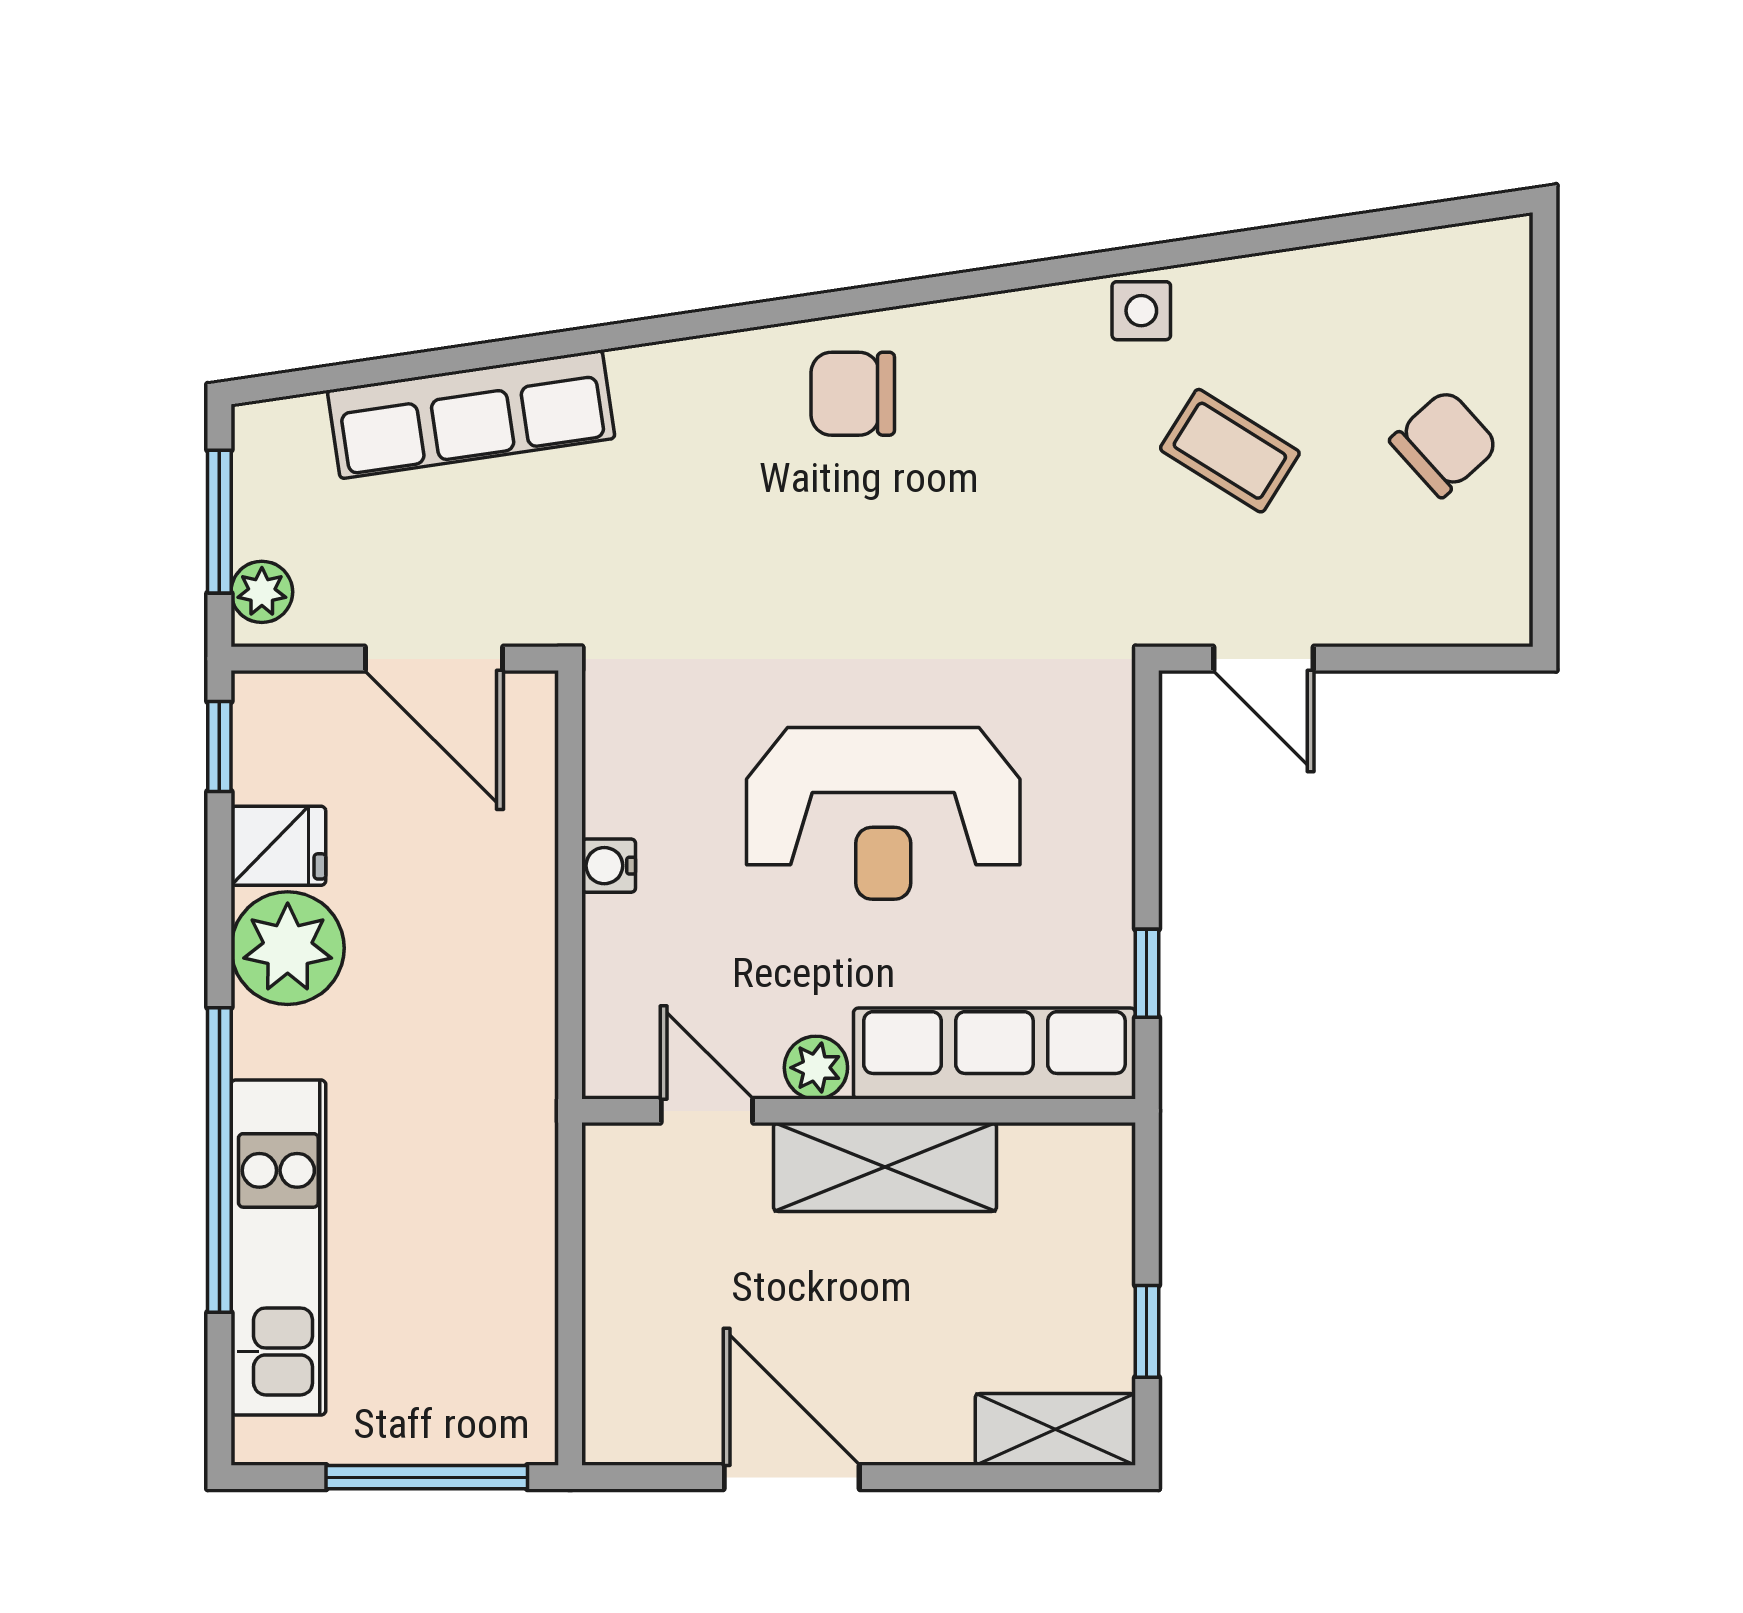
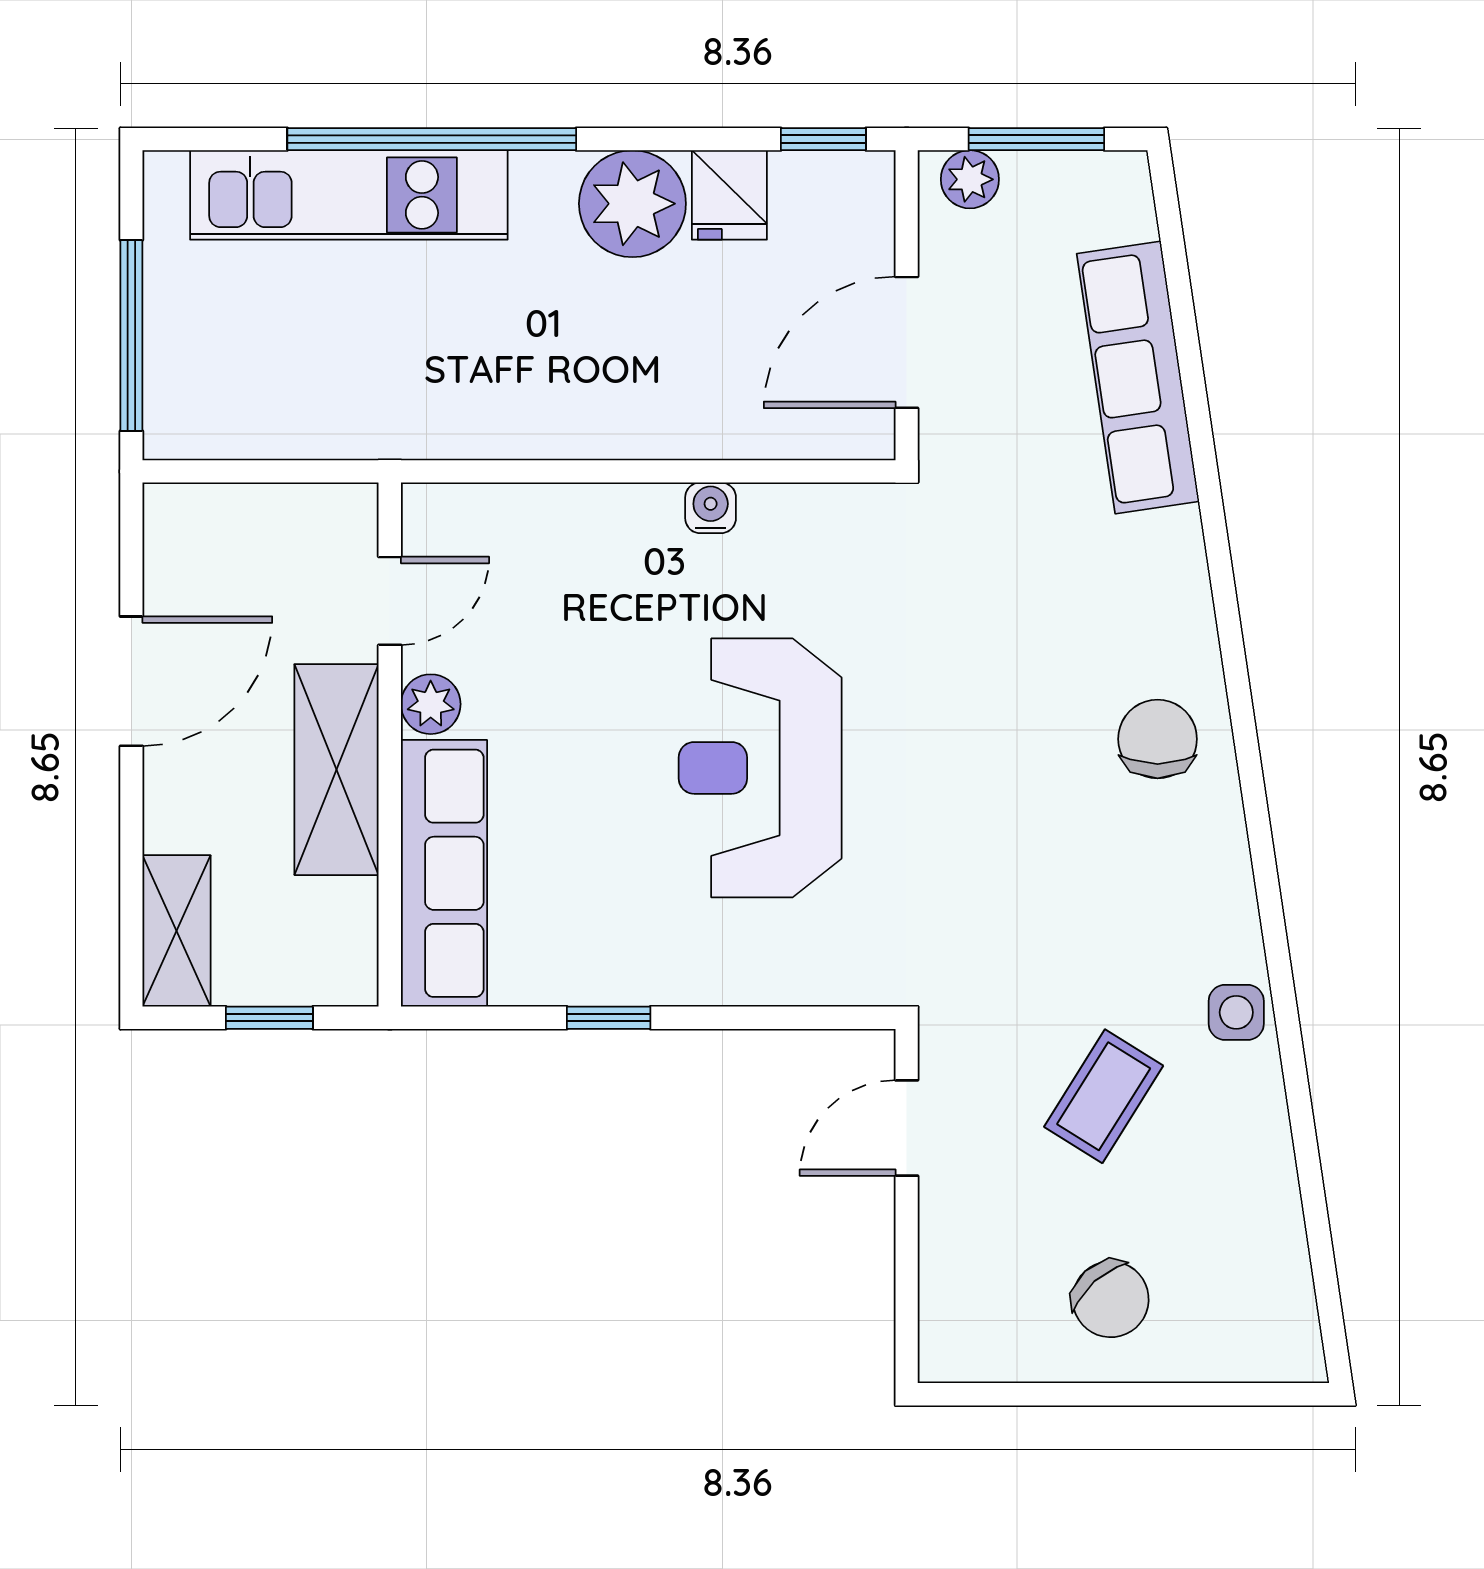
row of seats: (994, 1054) -> (444, 873), moved
plant: (816, 1068) -> (431, 704), moved
door: (707, 1111) -> (390, 601), moved
wall: (859, 1111) -> (390, 745), moved
shelving: (885, 1167) -> (337, 770), moved

